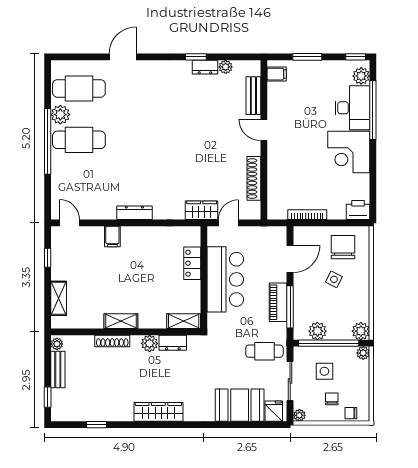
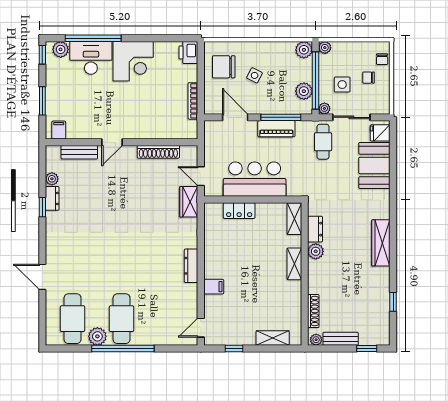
shelving: (121, 321) -> (294, 264), moved
shoe rack: (112, 341) -> (313, 311), moved
plant: (299, 415) -> (324, 108), moved

